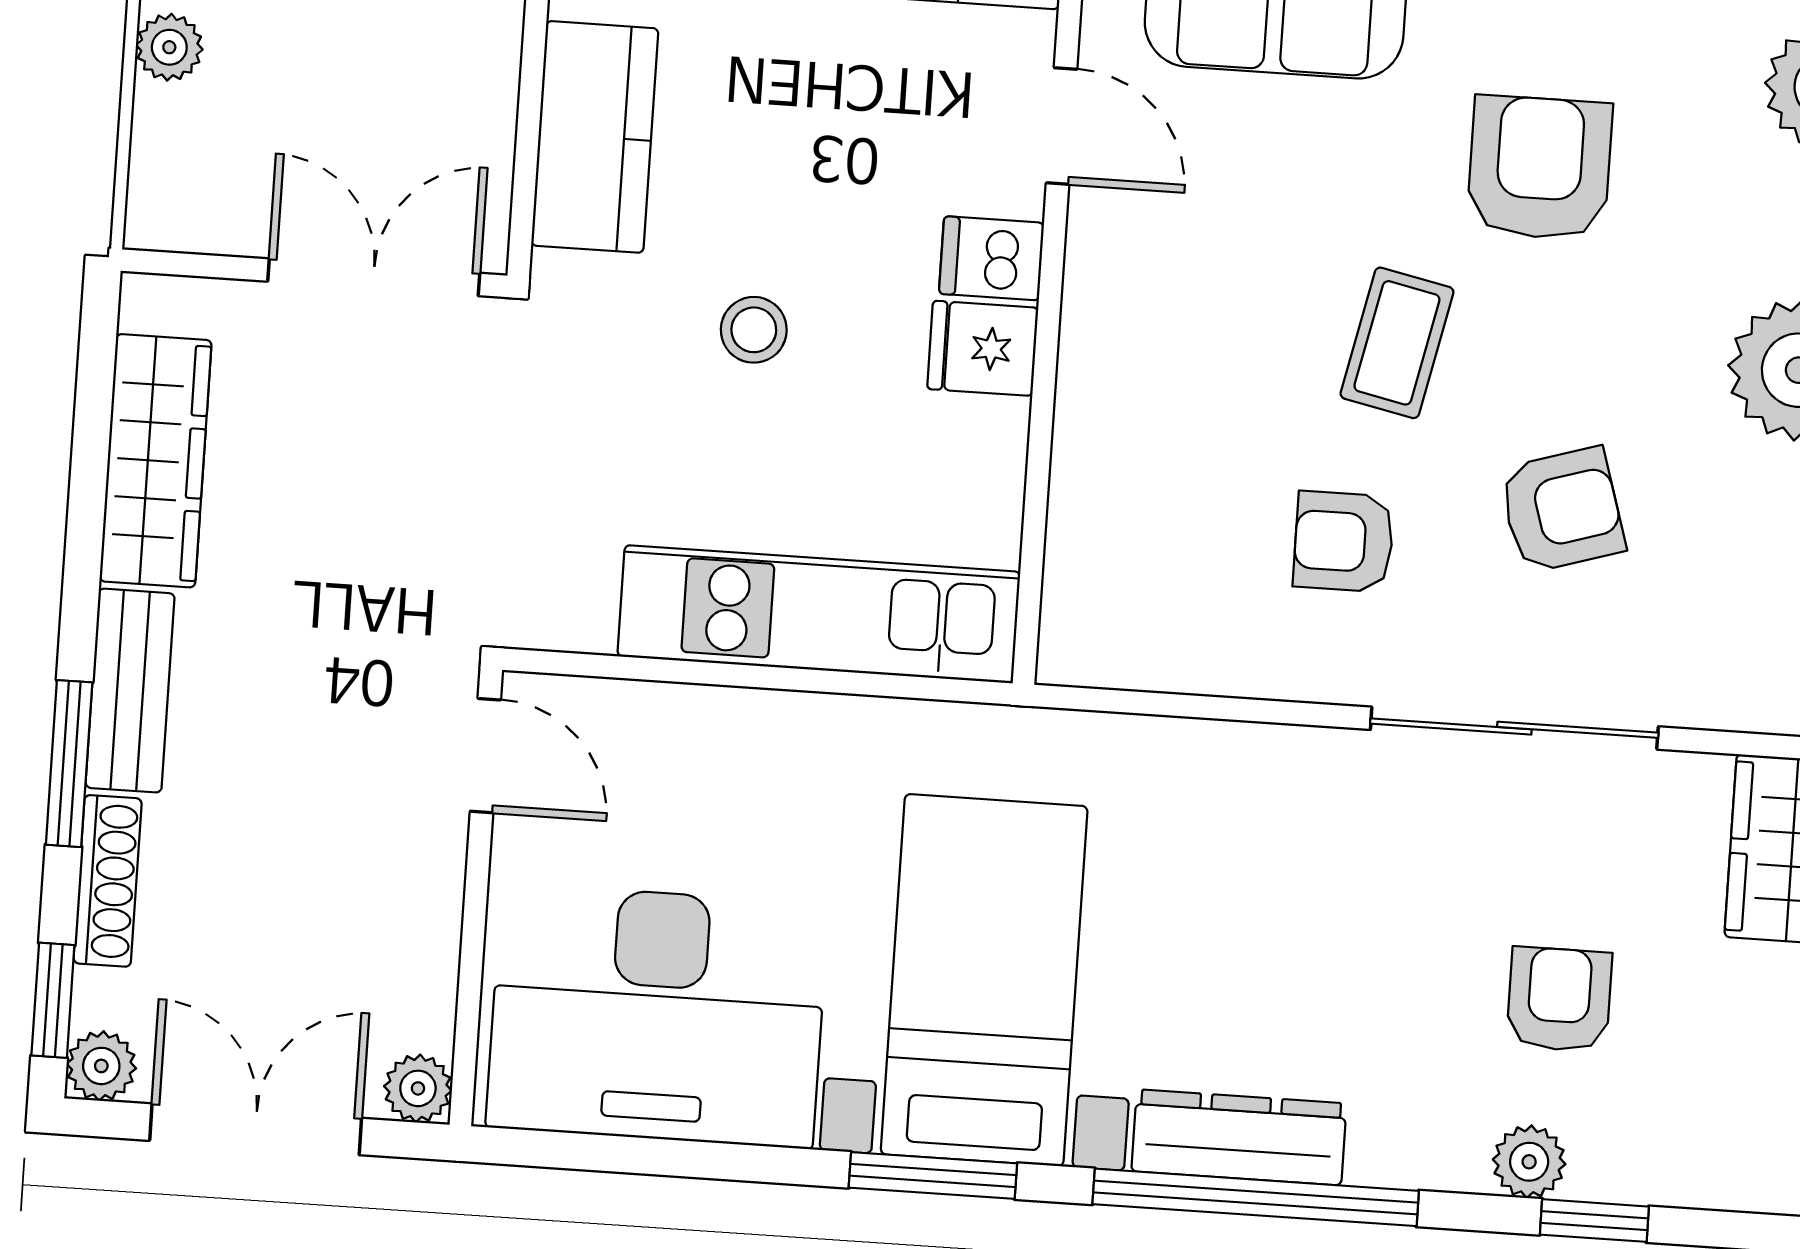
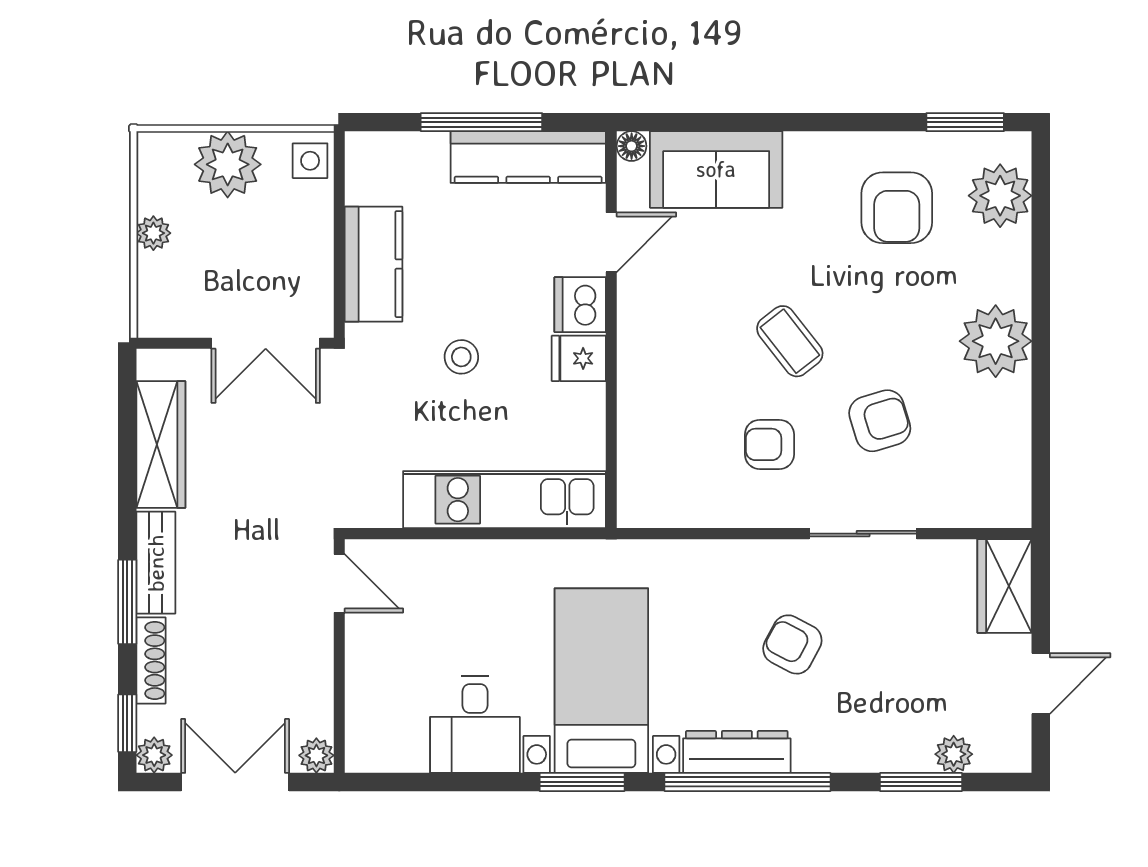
door: (1062, 126) -> (611, 242), hinge flipped
armchair: (1540, 168) -> (897, 208), moved, turned 180
dishwasher: (992, 258) -> (580, 305), width x1.38
double door: (374, 277) -> (266, 343), swing flipped
coffee table: (1397, 343) -> (790, 341), turned -50
sliding door: (1514, 728) -> (863, 534), width x0.73
armchair: (1559, 999) -> (792, 644), moved, turned -62
desk: (657, 1016) -> (475, 725), width x0.53, depth x0.77
plant: (1529, 1162) -> (954, 754), moved
window: (1594, 1221) -> (921, 782), width x1.50

